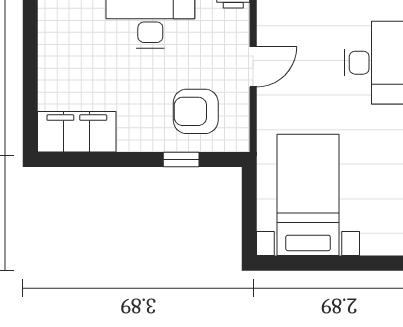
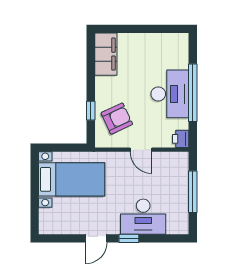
armchair: (196, 111) -> (117, 119), turned 65

